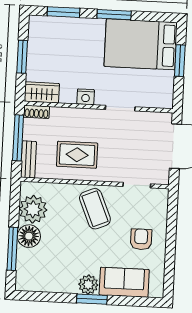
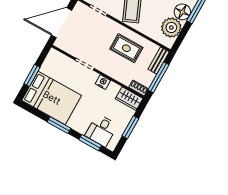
desk: (57, 35) -> (101, 130), added

